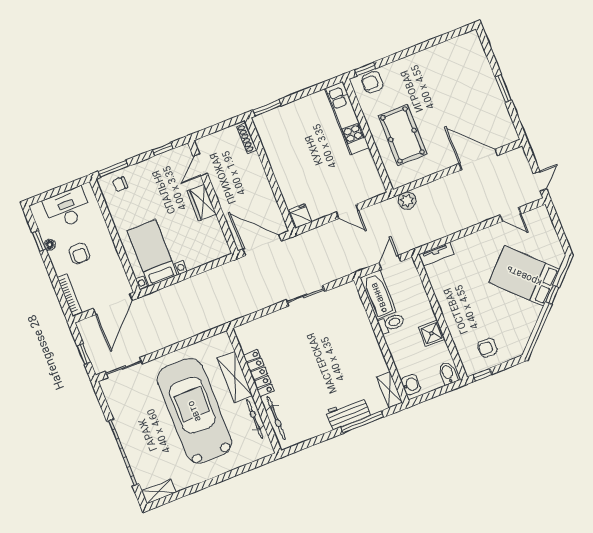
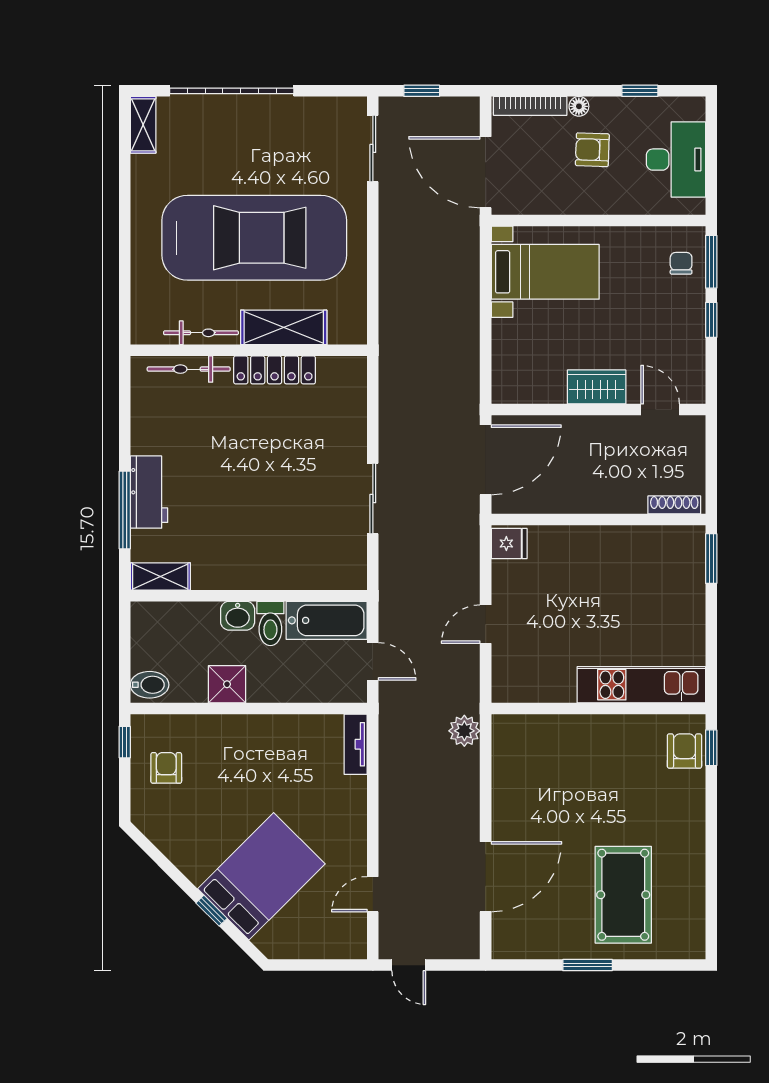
pool table: (402, 135) -> (623, 895), moved, turned 90
window: (163, 149) -> (711, 320), moved
floor lamp: (50, 245) -> (579, 106), moved
washbasin: (411, 385) -> (238, 616), moved

